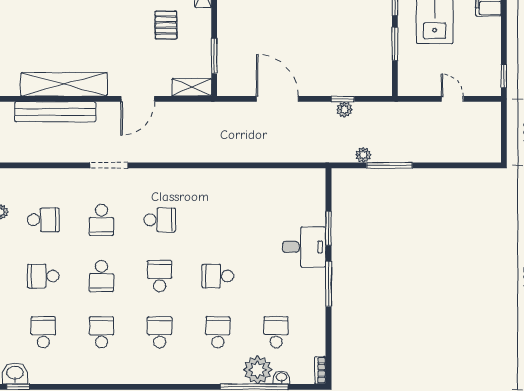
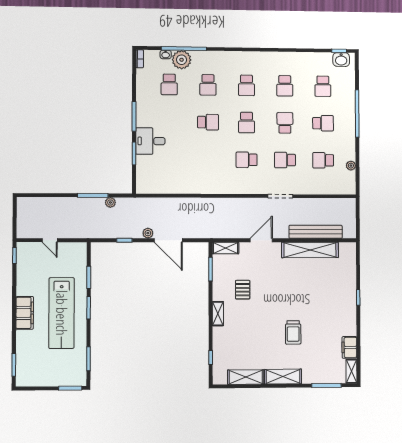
plant: (344, 109) -> (148, 233), moved
school desk: (101, 220) -> (285, 160), turned -90

